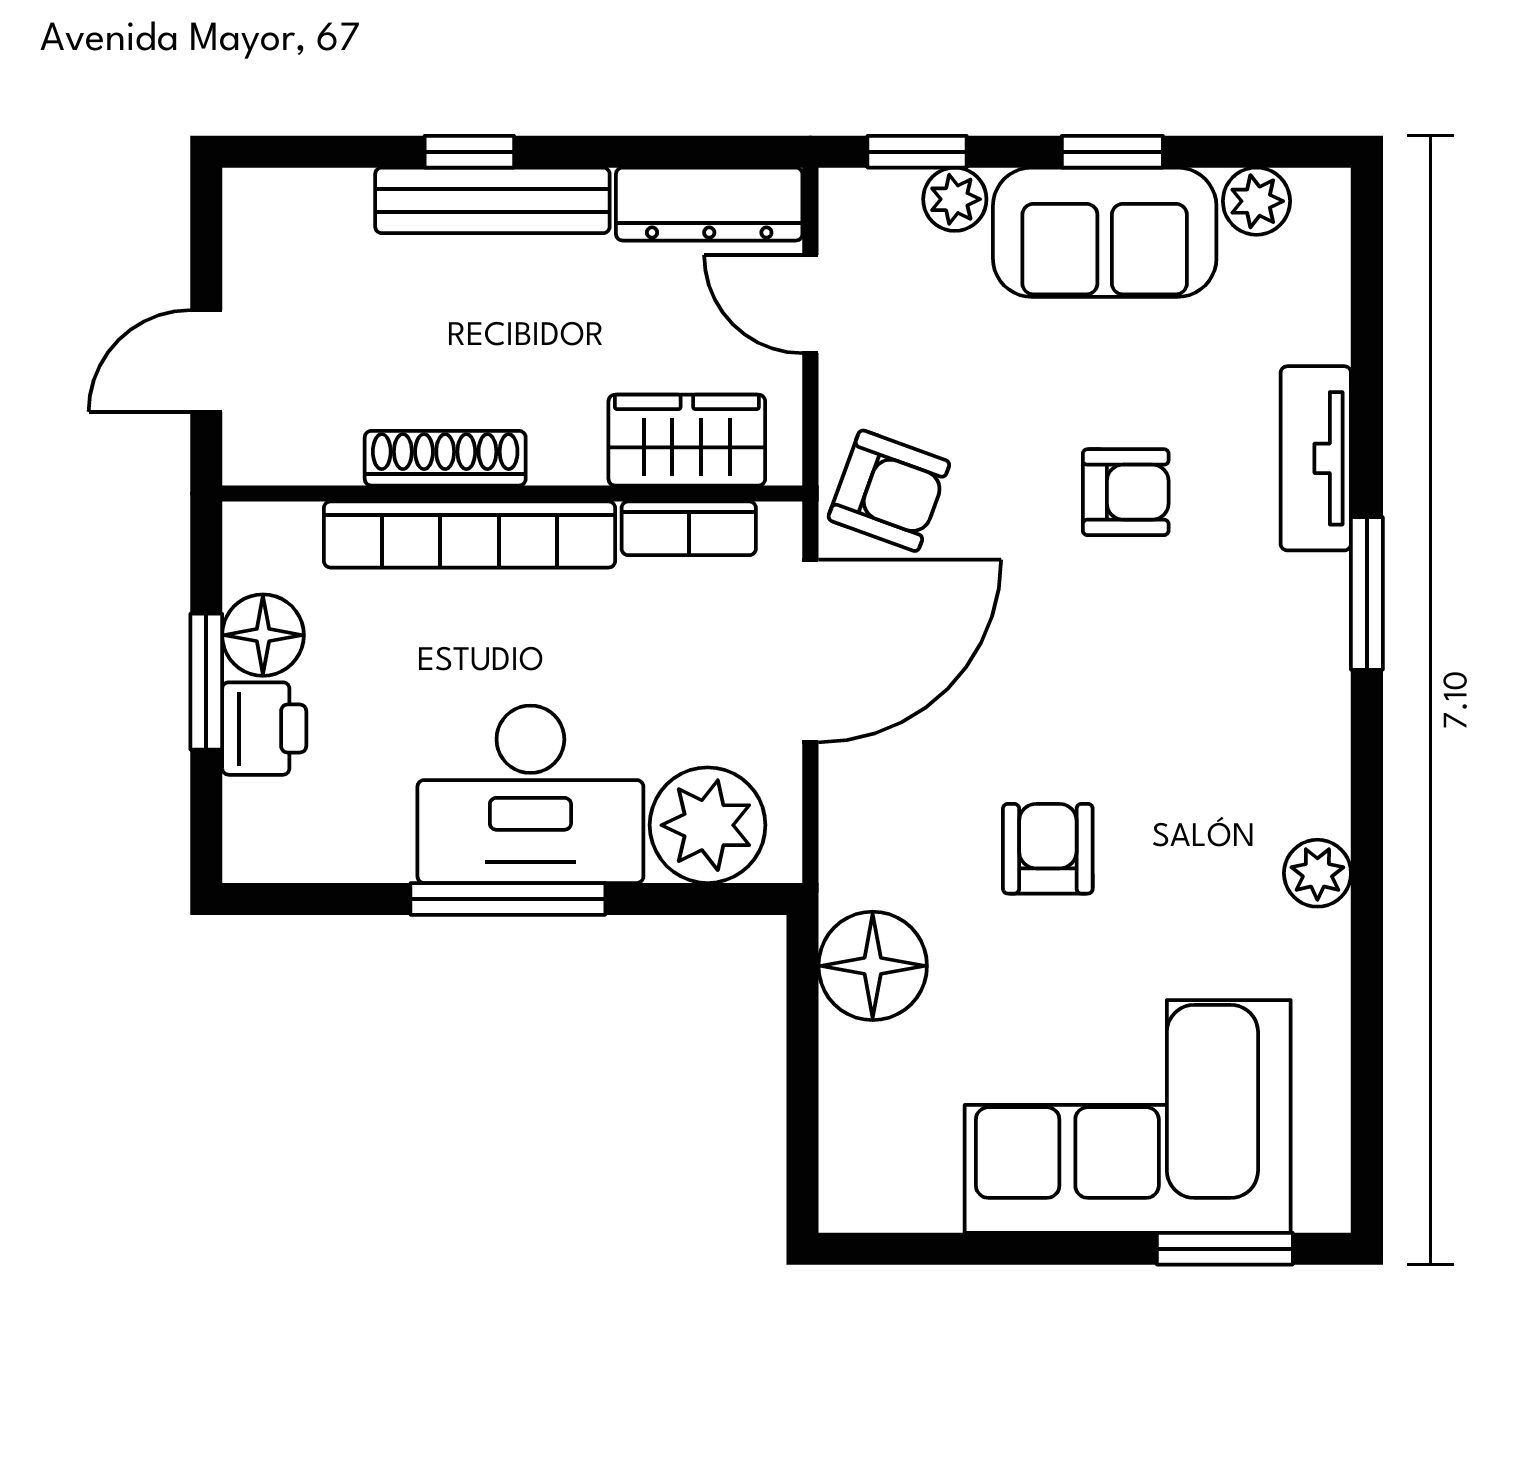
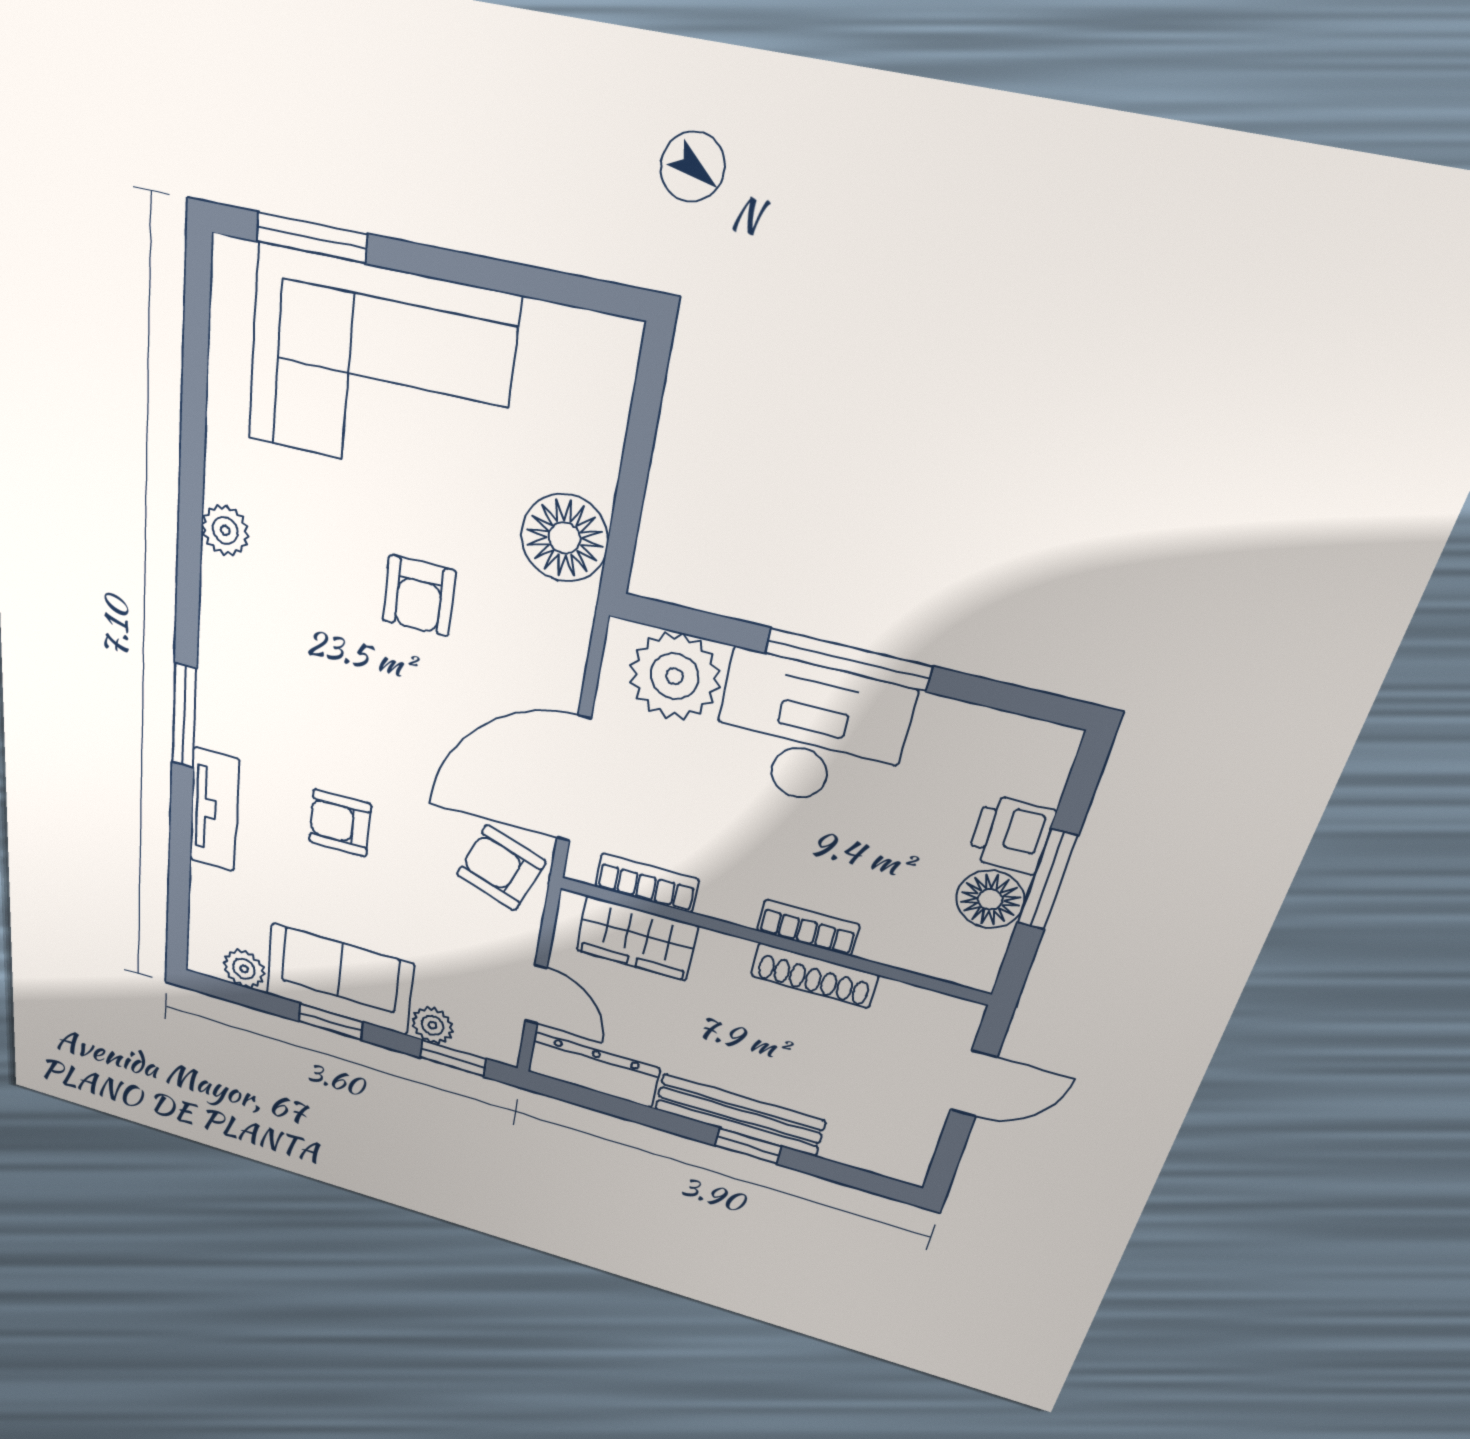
bookcase: (470, 535) -> (808, 928), width x0.43, depth x0.76

